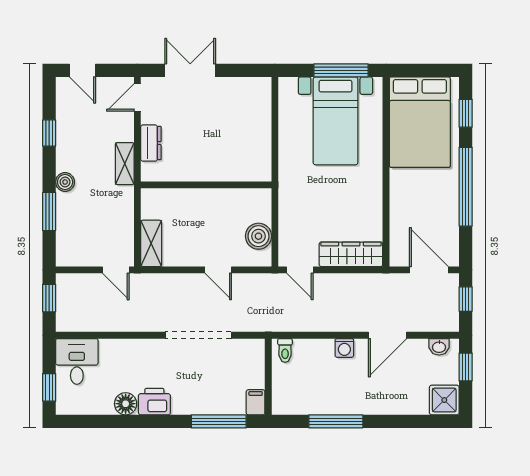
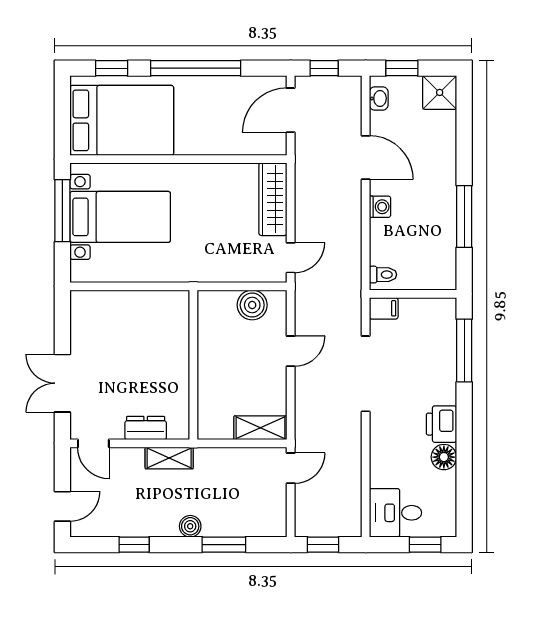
filing cabinet: (256, 402) -> (384, 308), moved, turned 180

